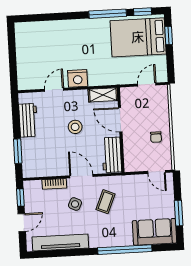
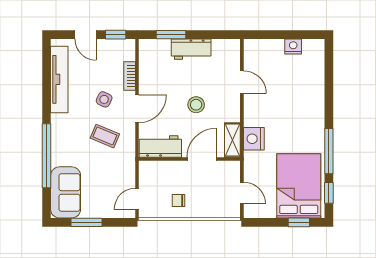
nightstand: (22, 48) -> (293, 46), added
nightstand: (78, 78) -> (254, 139), moved
workbench: (28, 120) -> (191, 49), moved

